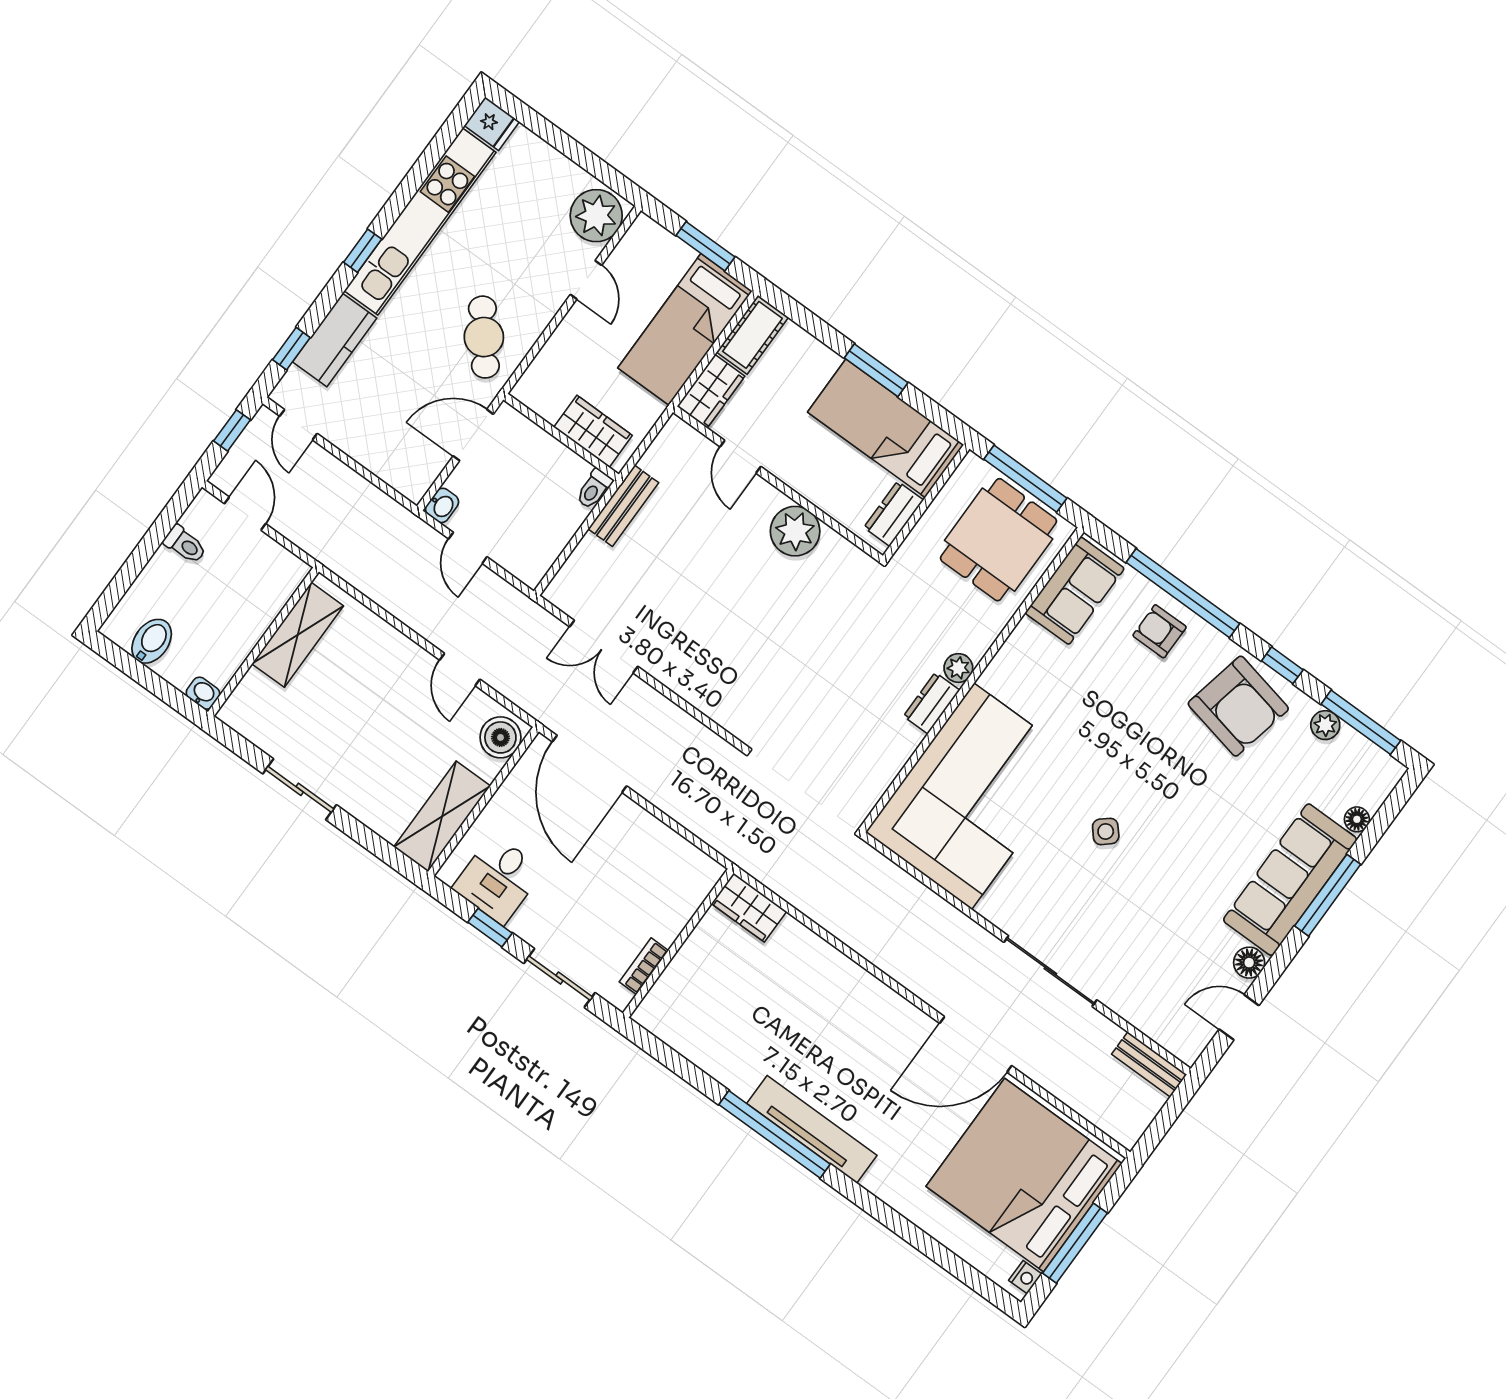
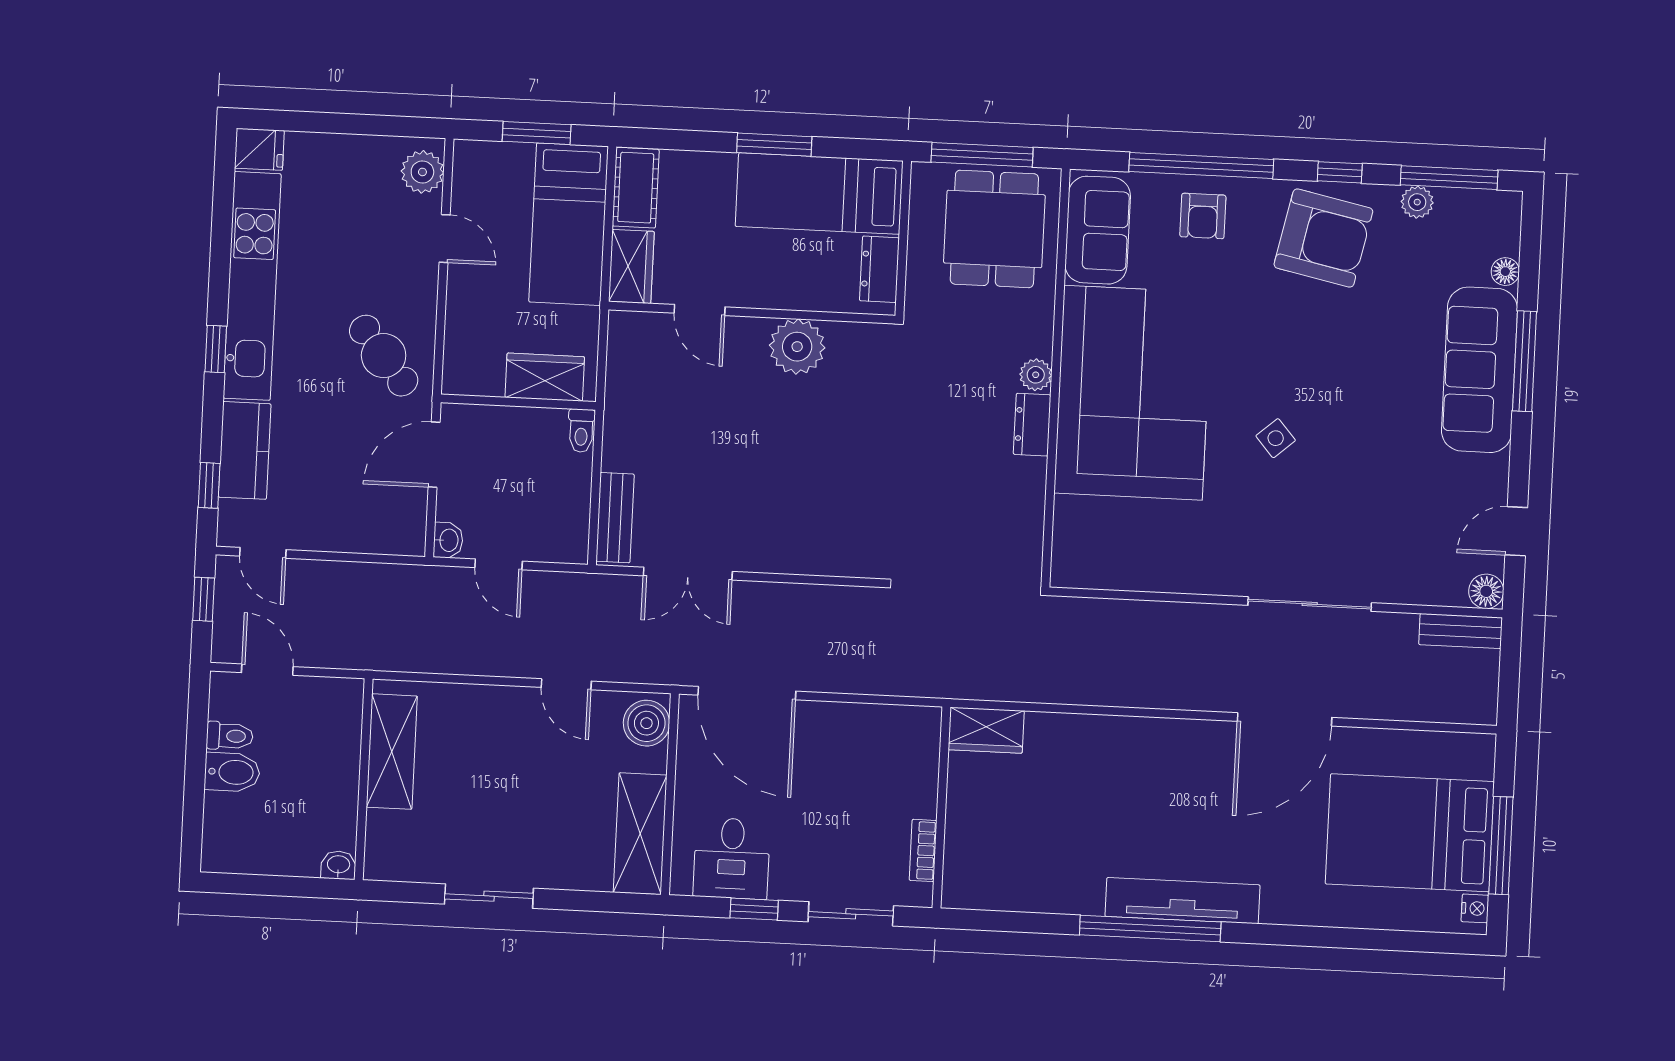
plant: (596, 216) -> (422, 172), width x0.73, depth x0.73
bench: (623, 506) -> (615, 518), moved
armchair: (1160, 631) -> (1203, 216), turned -90
bidet: (152, 641) -> (232, 772), moved, turned 90
corner sofa: (973, 796) -> (1133, 393), moved
floor lamp: (1249, 963) -> (1486, 591), moved
bed: (1024, 1175) -> (1410, 833), width x0.73

